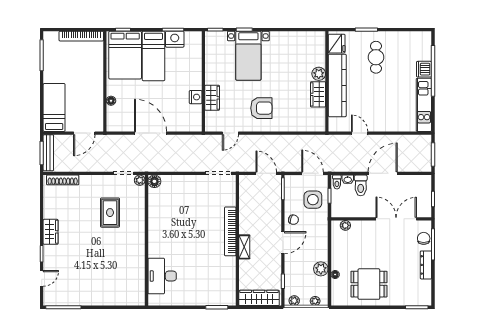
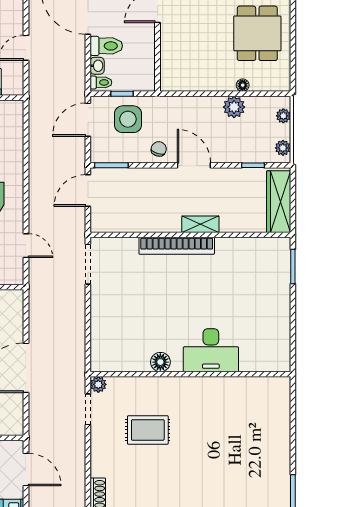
floor lamp: (154, 181) -> (160, 362), moved
plant: (345, 225) -> (168, 69), removed
desk: (162, 276) -> (211, 350), moved

